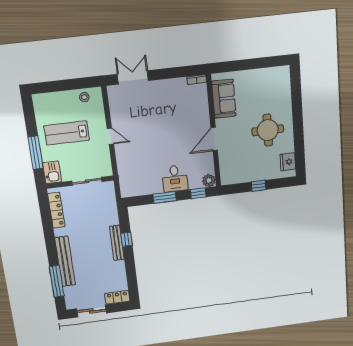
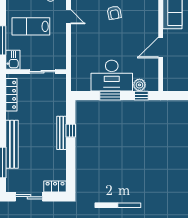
armchair: (159, 106) -> (114, 13), added
door: (110, 136) -> (69, 17), moved
desk: (175, 178) -> (112, 76), width x1.87, depth x1.30
plant: (209, 181) -> (139, 85), moved

